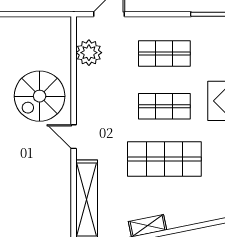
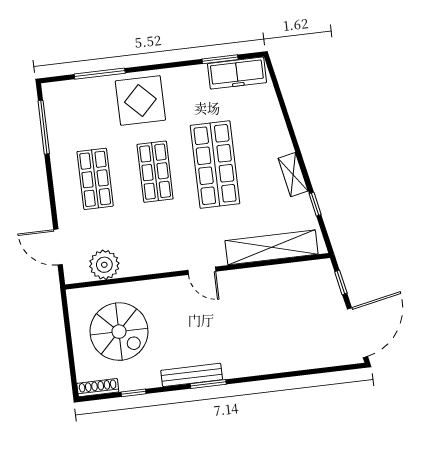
spiral stairs: (40, 96) -> (119, 332), moved
door: (74, 137) -> (202, 271), hinge flipped

